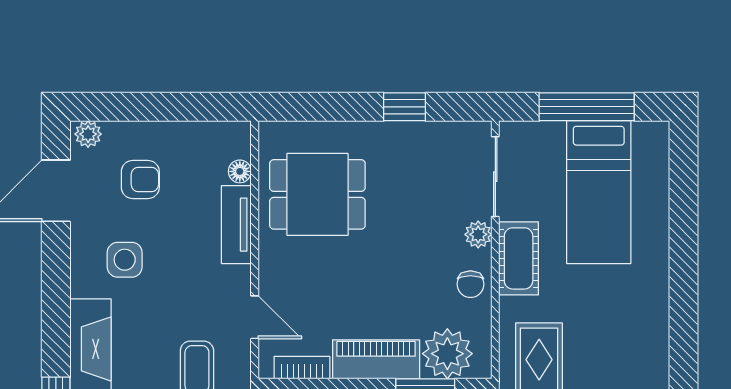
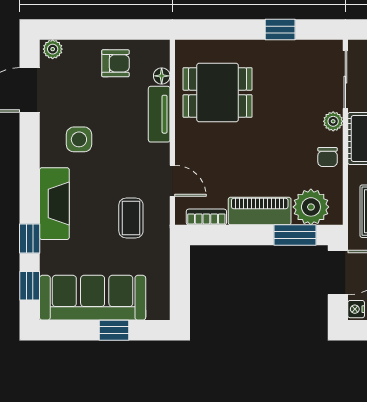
armchair: (140, 179) -> (115, 63), moved

